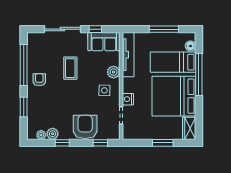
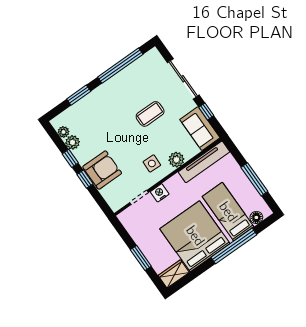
armchair: (39, 80) -> (117, 91), removed
window: (100, 143) -> (85, 179), moved

